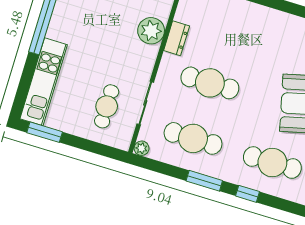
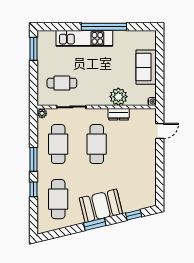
kitchen unit: (44, 82) -> (84, 38), moved

